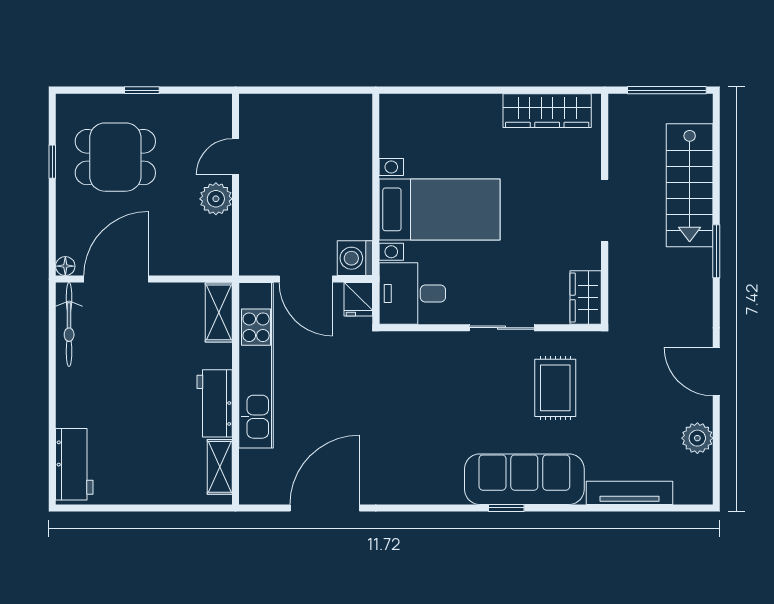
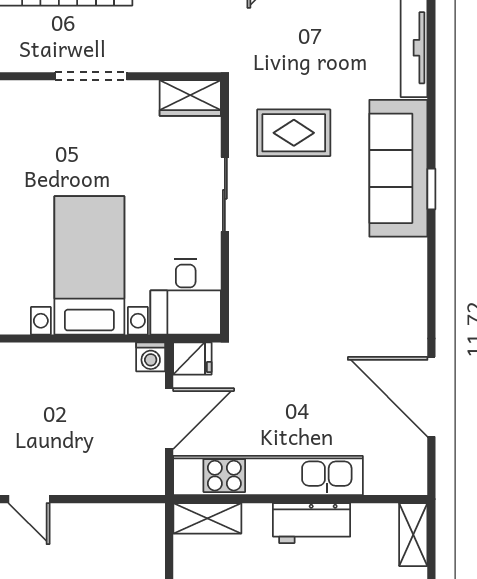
plant: (216, 199) -> (77, 522), removed
washing machine: (355, 258) -> (151, 357), width x0.73, depth x0.73
shelving: (220, 467) -> (413, 535), moved, turned 90

